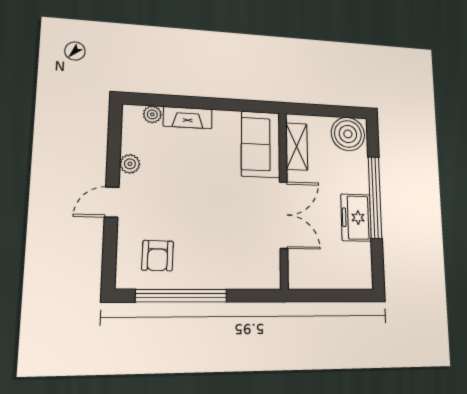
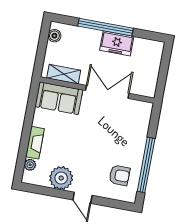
boiler: (348, 134) -> (54, 36), width x0.54, depth x0.54
plant: (130, 164) -> (61, 178), width x1.88, depth x1.88

